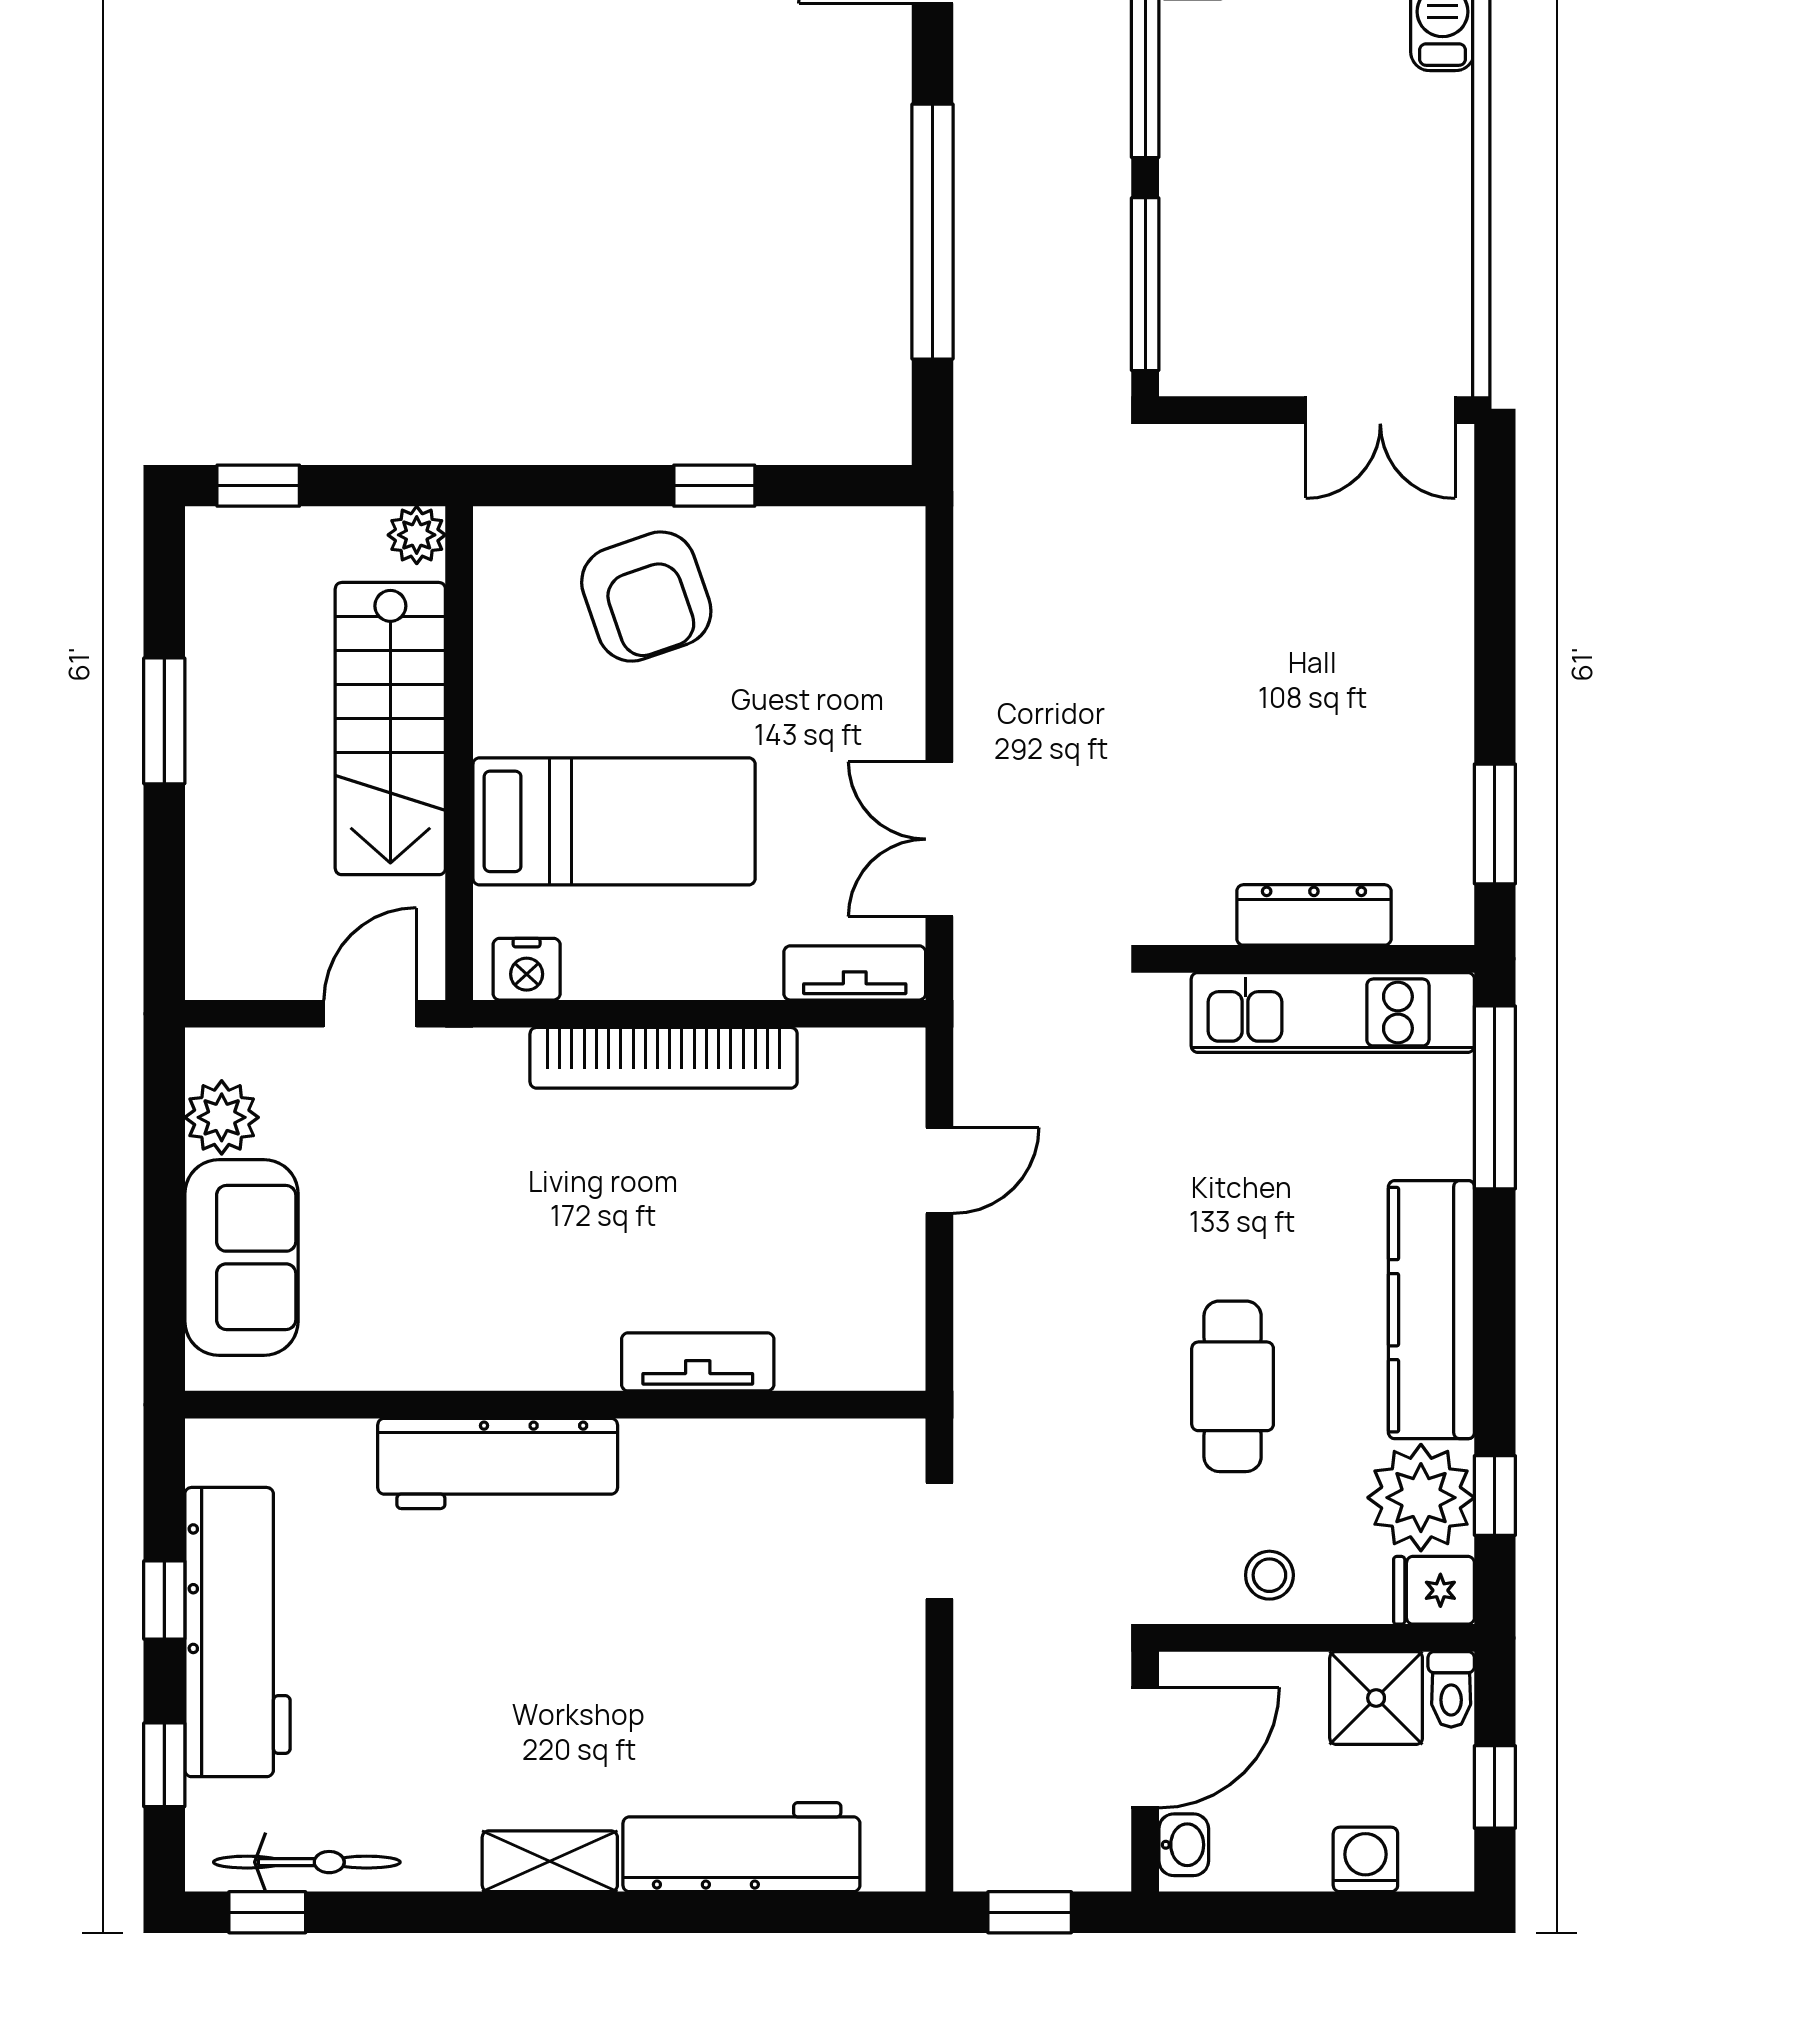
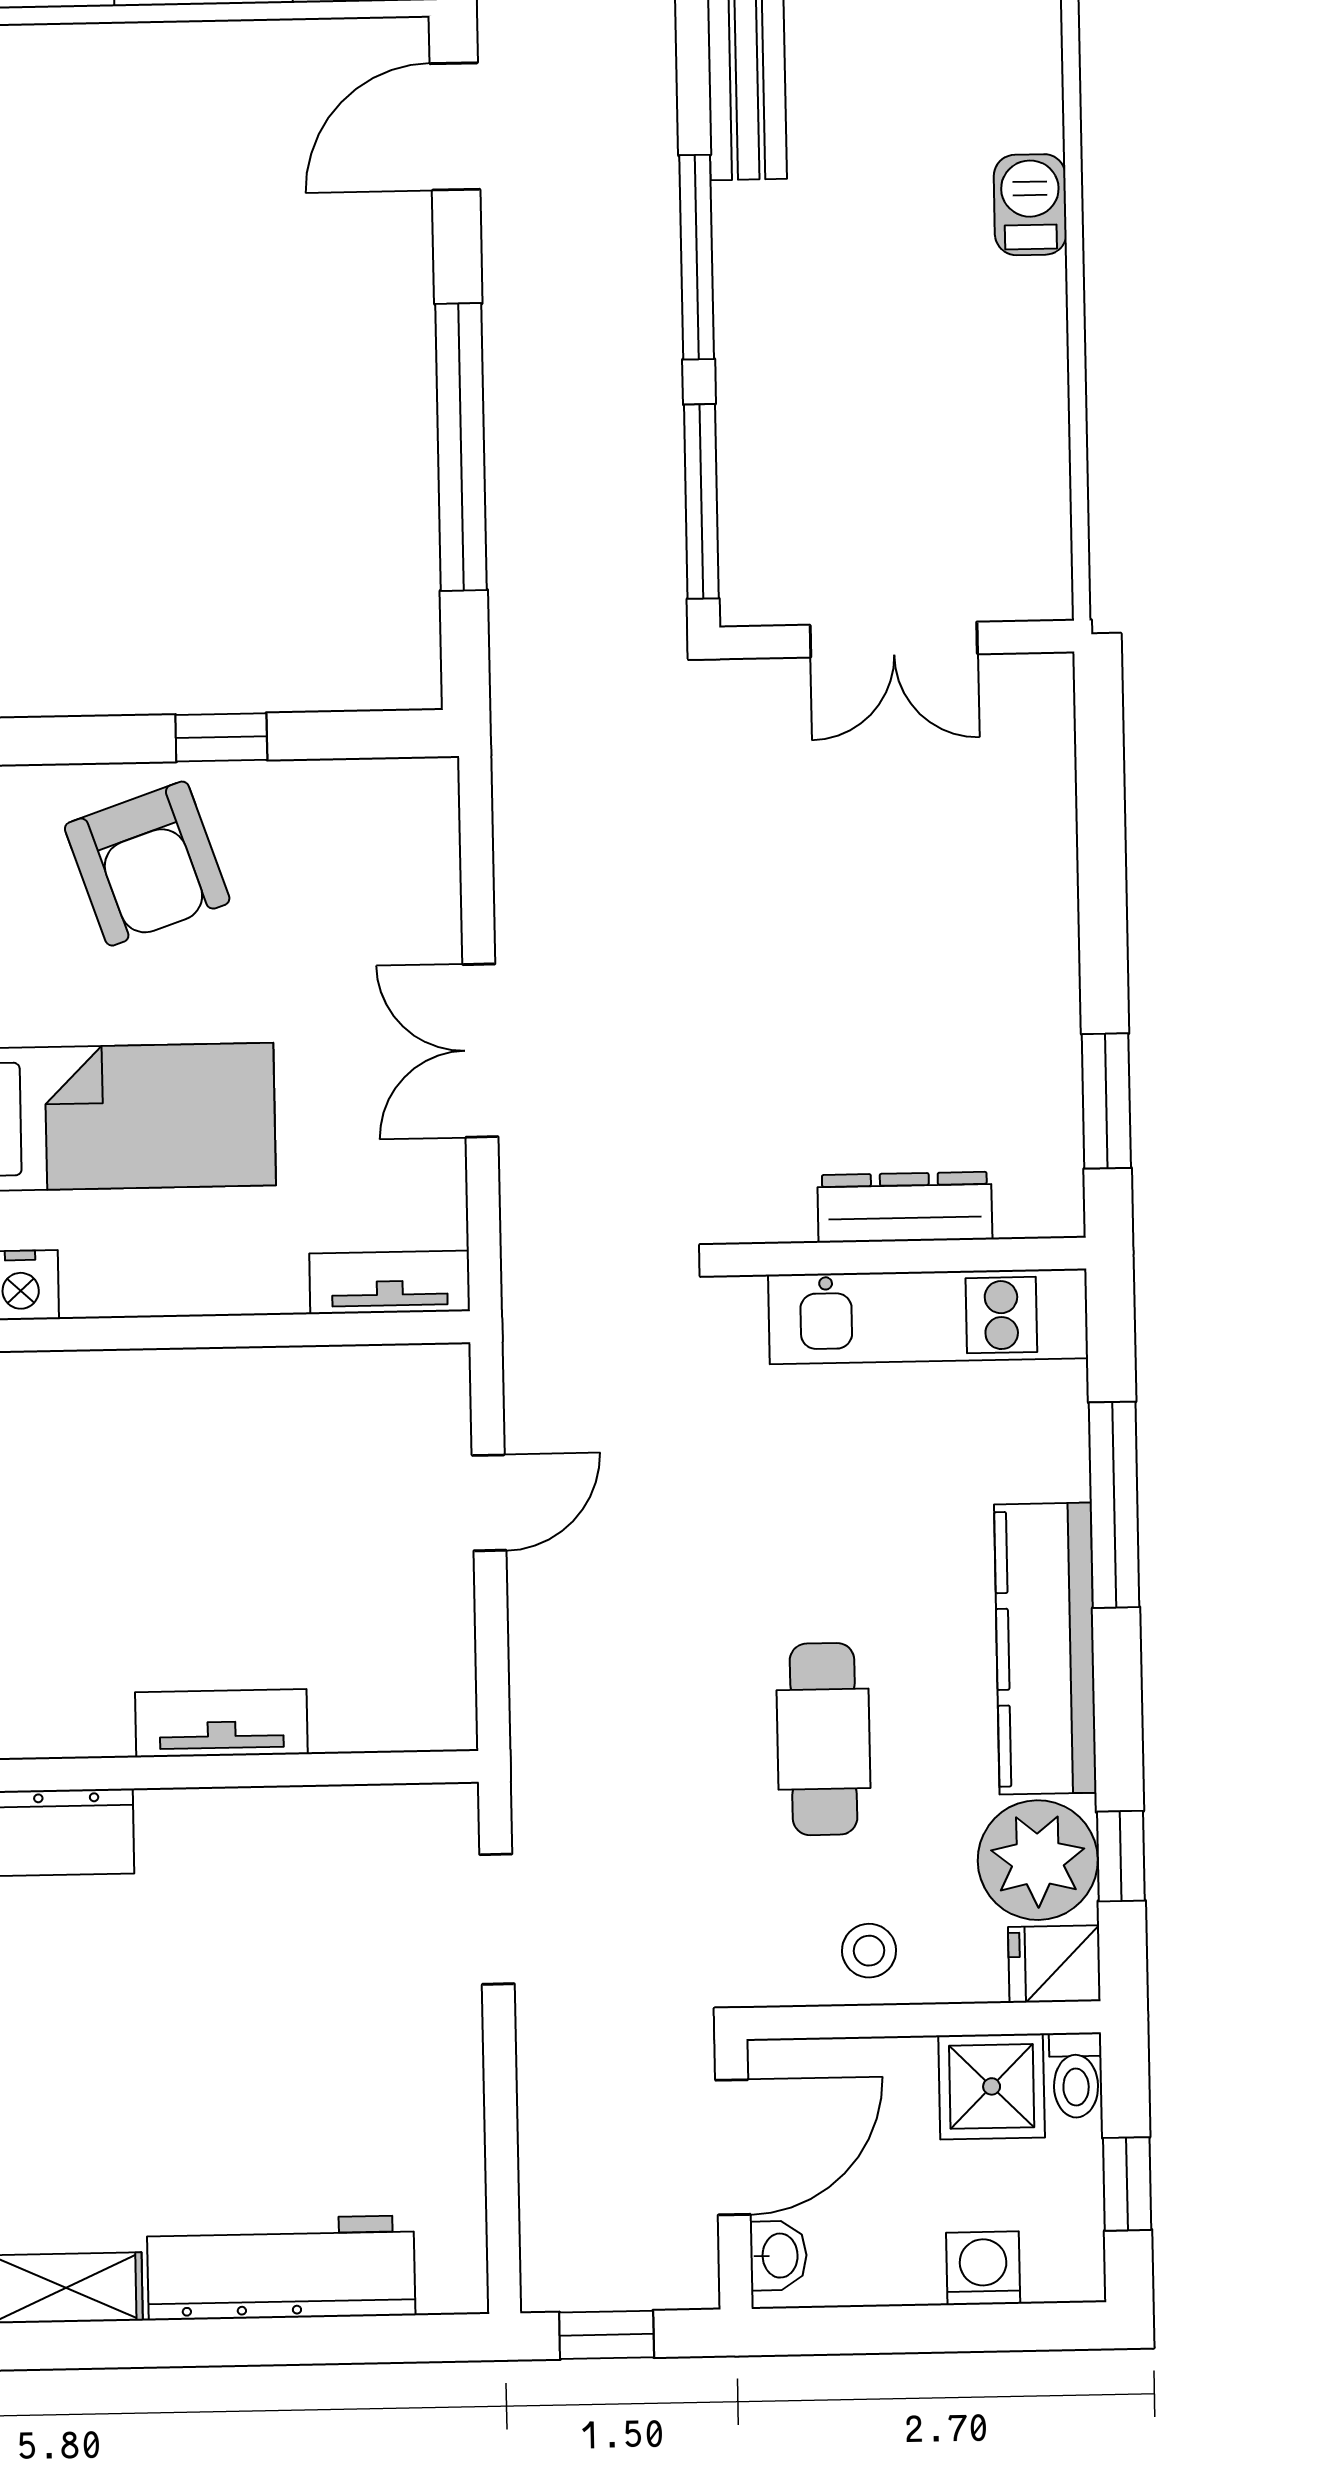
double door: (1380, 410) -> (894, 640), moved
double door: (939, 839) -> (480, 1051), moved
bookcase: (664, 1058) -> (177, 1382), removed
window: (1495, 1097) -> (1114, 1505), moved

